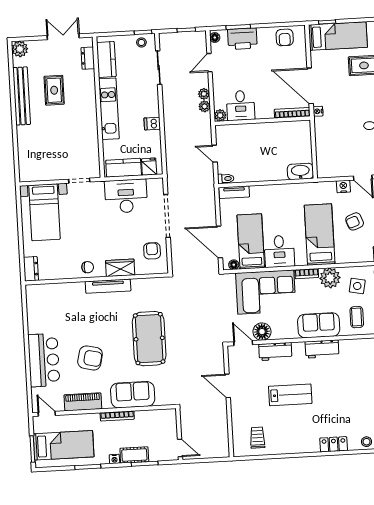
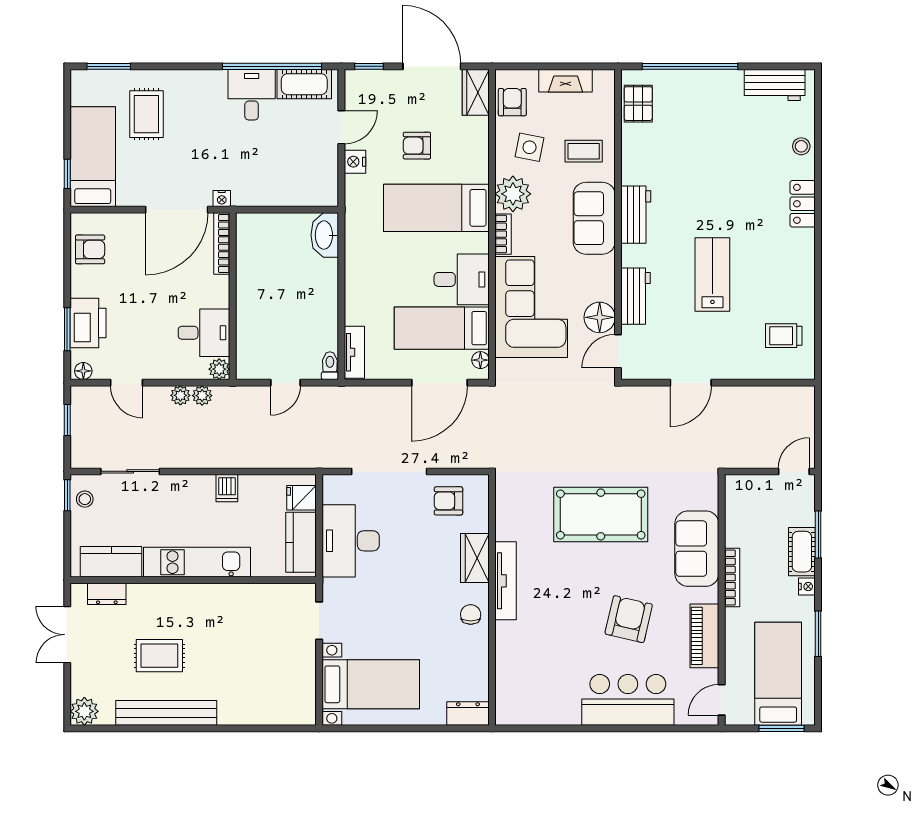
armchair: (355, 221) -> (417, 146), turned 110

